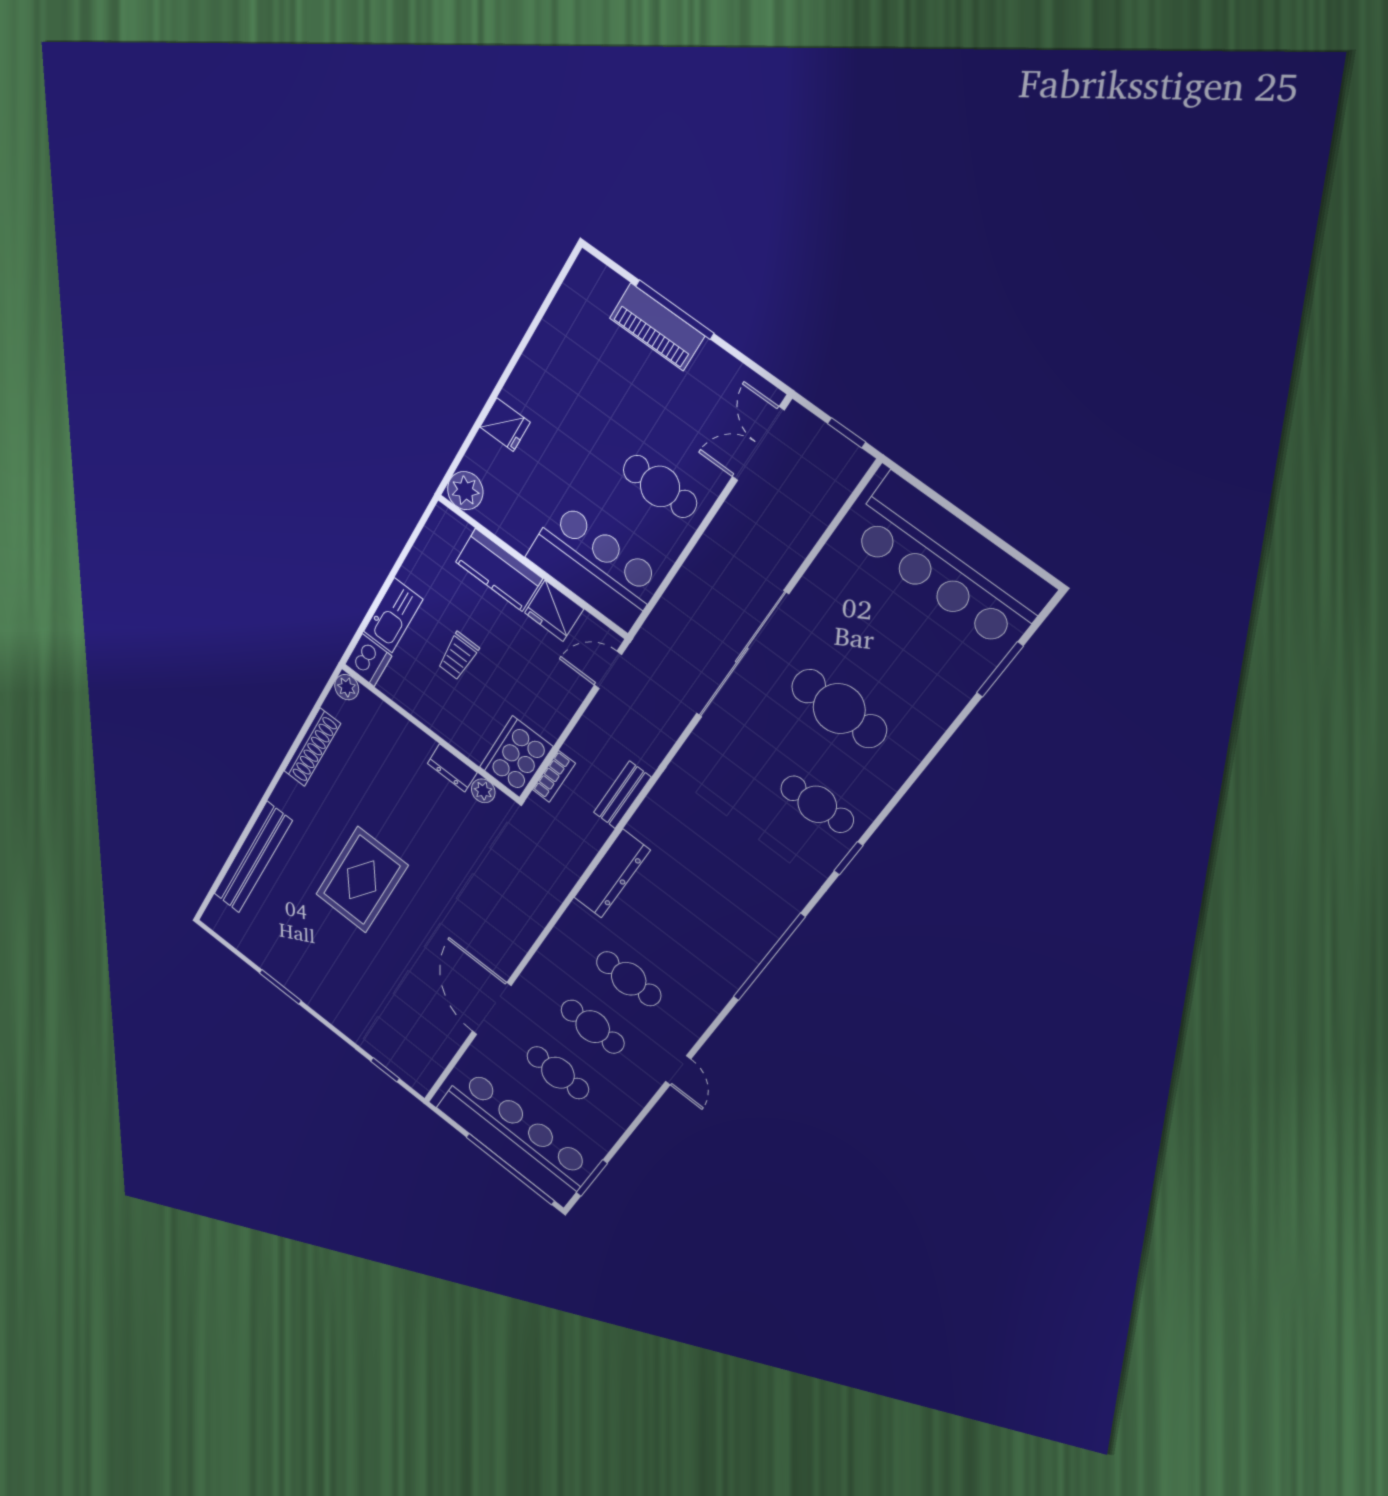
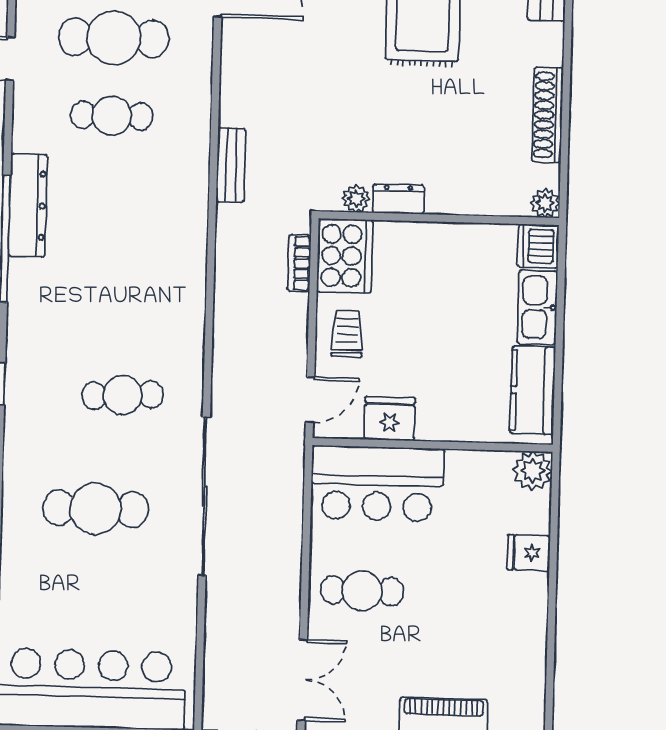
kitchen counter: (499, 570) -> (533, 390), moved, turned -90
trolley: (458, 656) -> (347, 334), moved
bench: (622, 795) -> (231, 165), moved
cafe table: (817, 804) -> (123, 395), moved
dresser: (612, 874) -> (28, 205), moved, turned 180
cafe table: (593, 1027) -> (114, 38), width x1.37, depth x1.35

